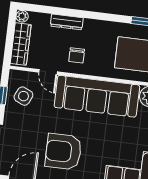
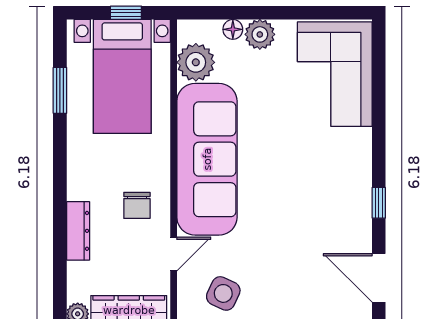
chair: (77, 55) -> (137, 205), turned 90
armchair: (63, 152) -> (316, 208), removed

